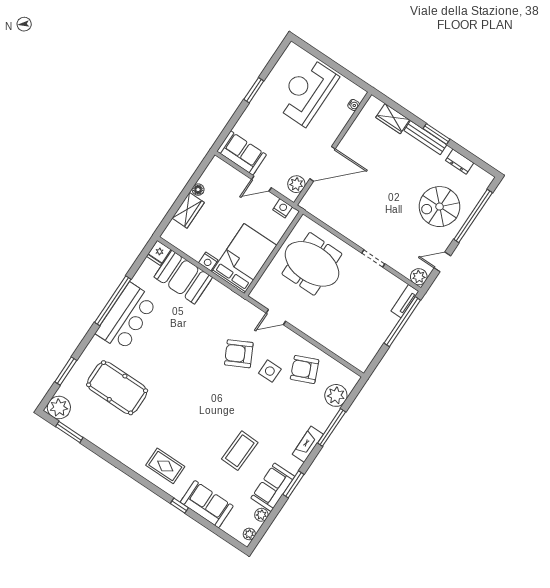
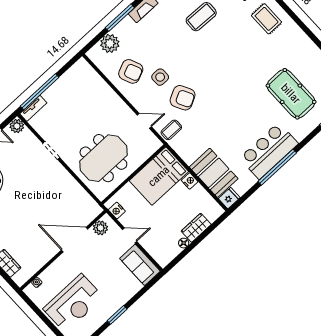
meeting table: (312, 264) -> (103, 158), turned 90
coffee table: (243, 314) -> (171, 130), added

